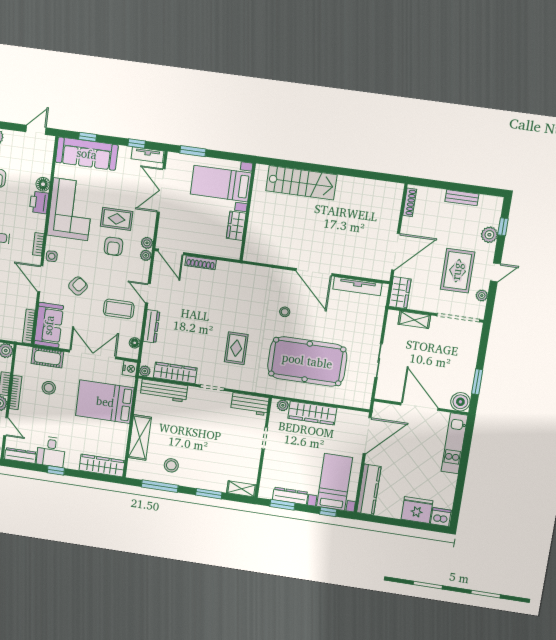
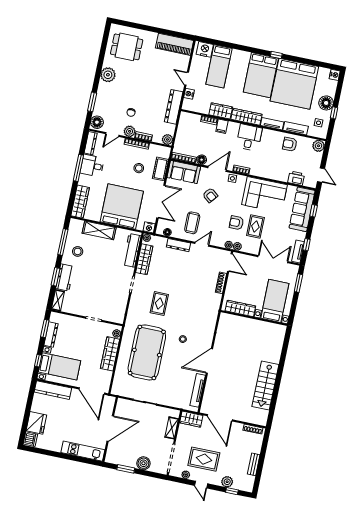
stairs: (301, 183) -> (265, 386), moved
floor lamp: (43, 184) -> (202, 160), moved
printer: (39, 202) -> (296, 178), moved
wardrobe: (236, 226) -> (240, 308), width x1.50
door: (171, 252) -> (230, 263), swing flipped
rug: (236, 348) -> (159, 304), turned 90
bed: (105, 402) -> (122, 207), width x1.36
boiler: (460, 402) -> (143, 463), moved
workbench: (250, 404) -> (65, 278), moved, turned 180
window: (56, 470) -> (78, 168), width x2.17

